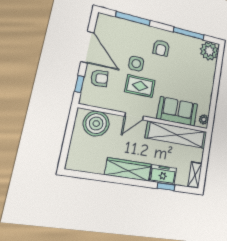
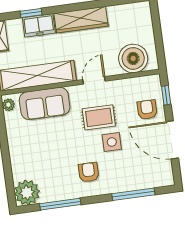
armchair: (99, 78) -> (147, 110), turned 96

